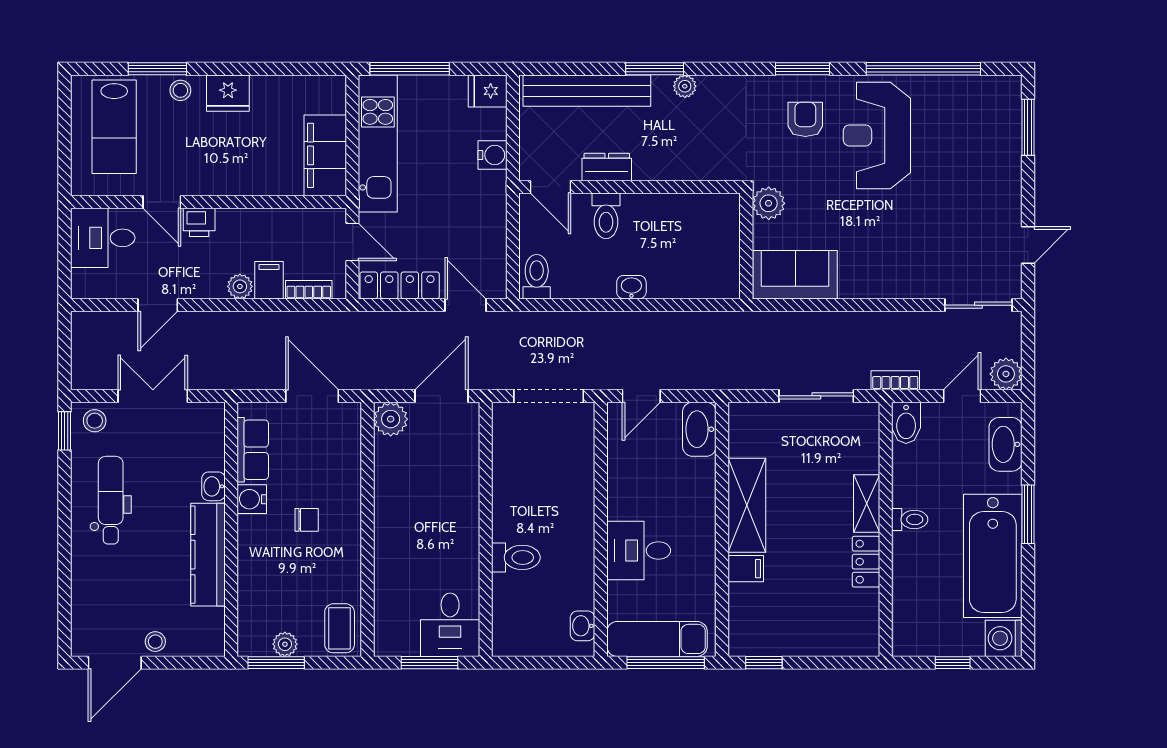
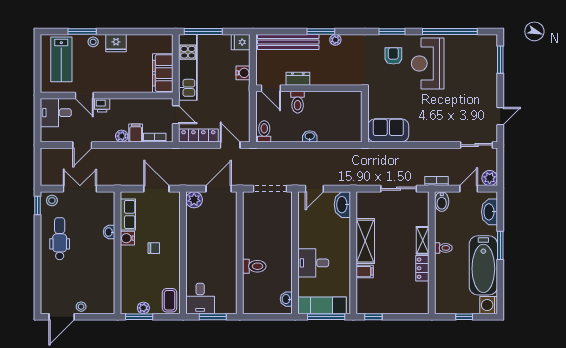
plant: (769, 203) -> (376, 96), removed
kitchen counter: (208, 555) -> (106, 265), removed
desk: (450, 625) -> (200, 298), moved

